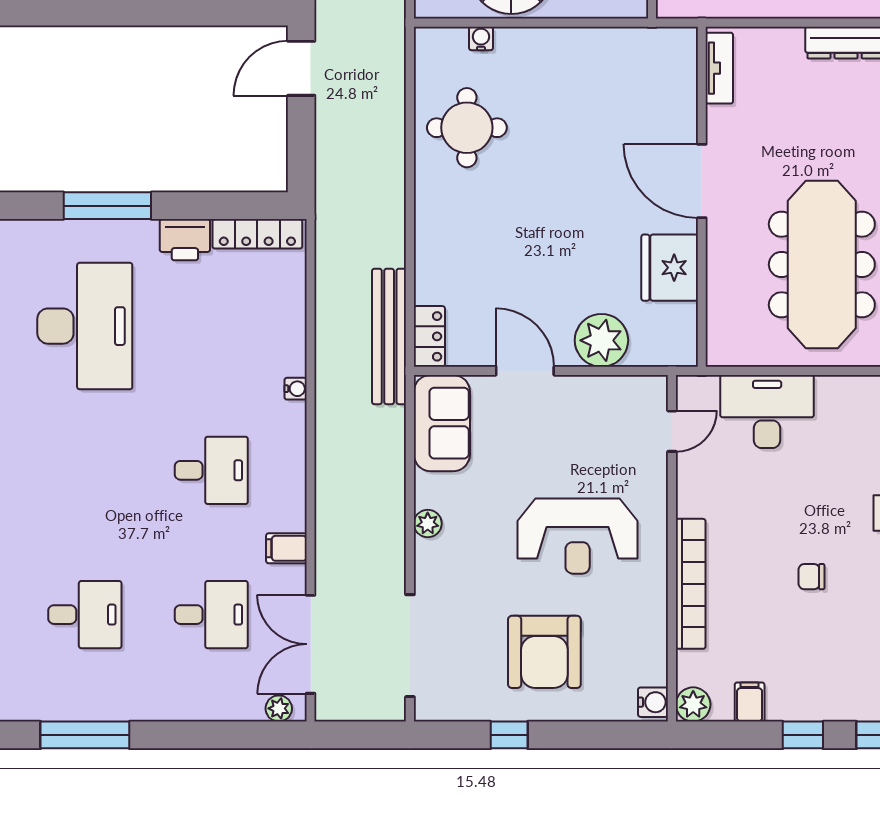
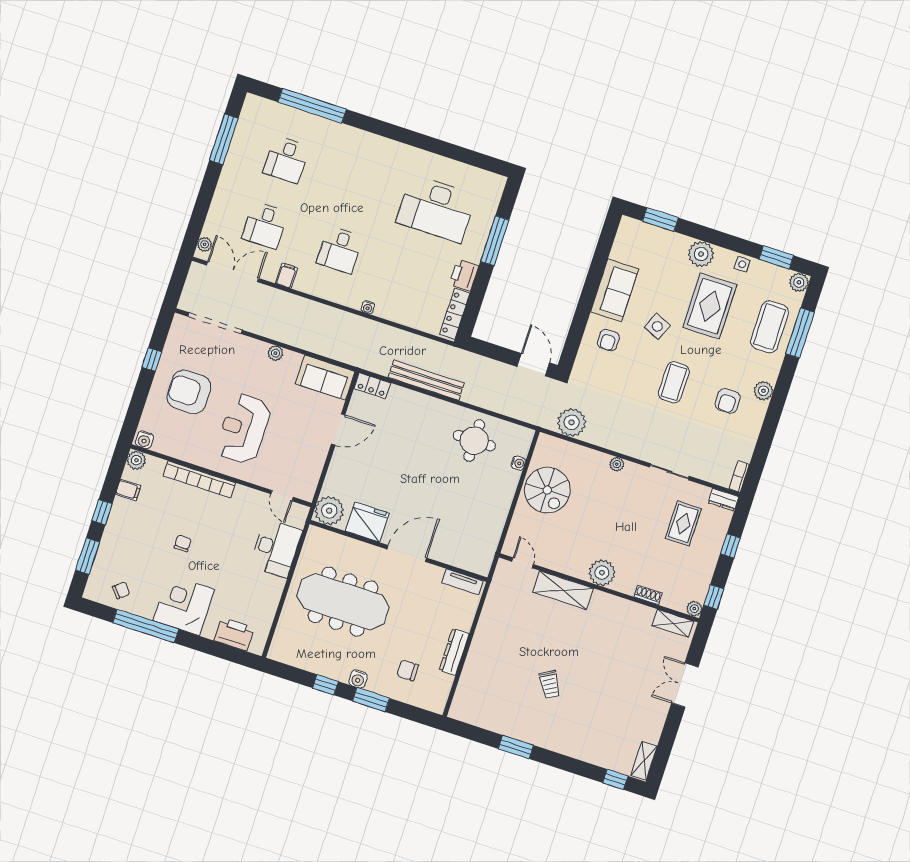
bench: (389, 336) -> (426, 380), moved
plant: (601, 340) -> (329, 511), moved

